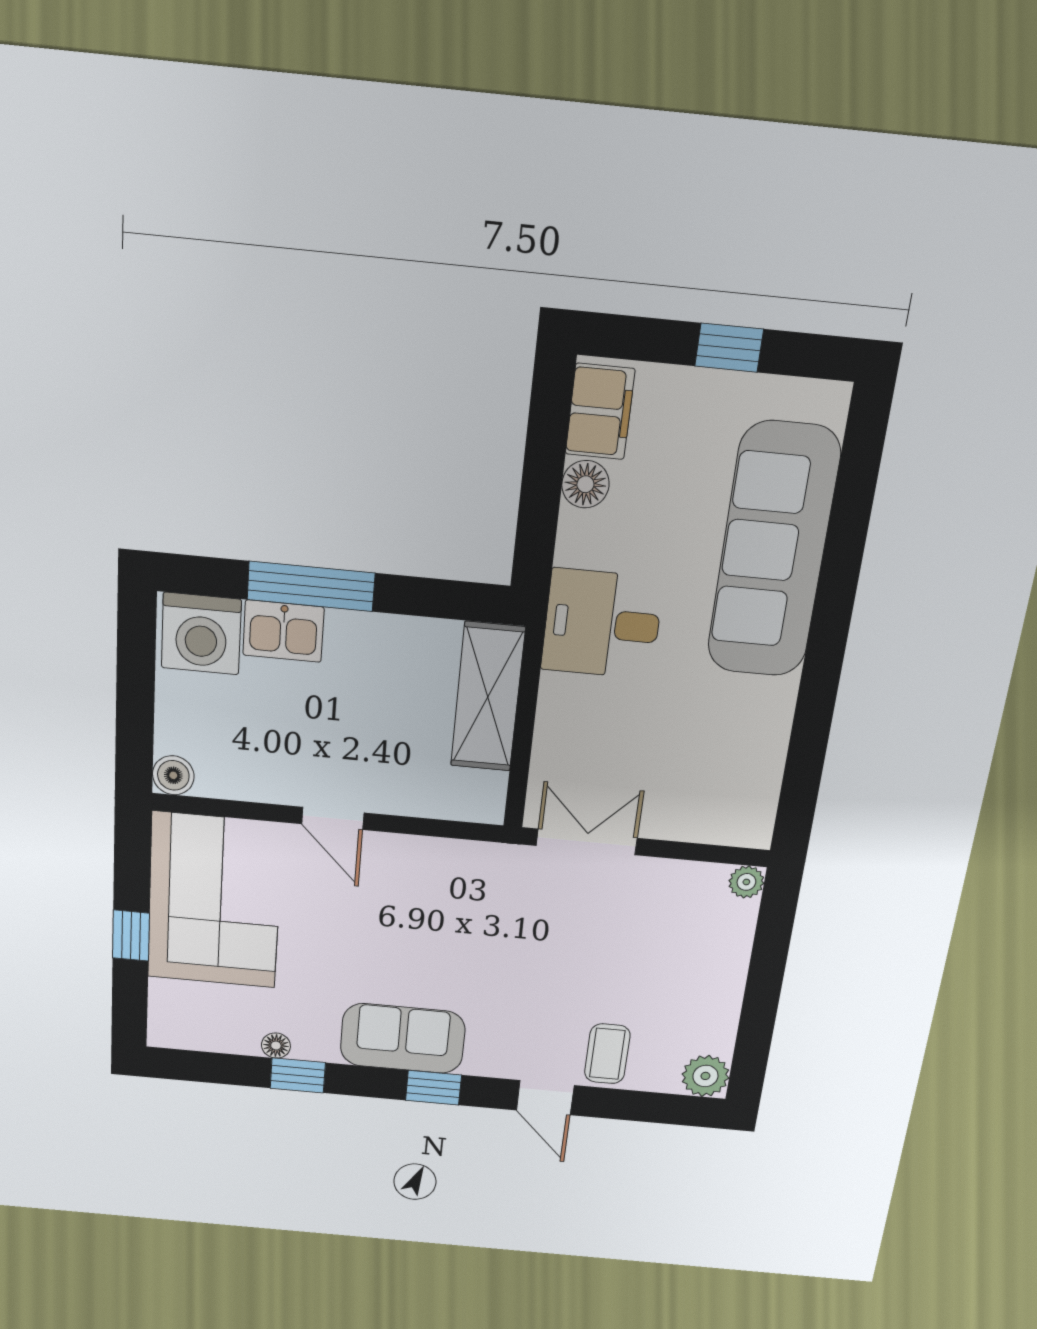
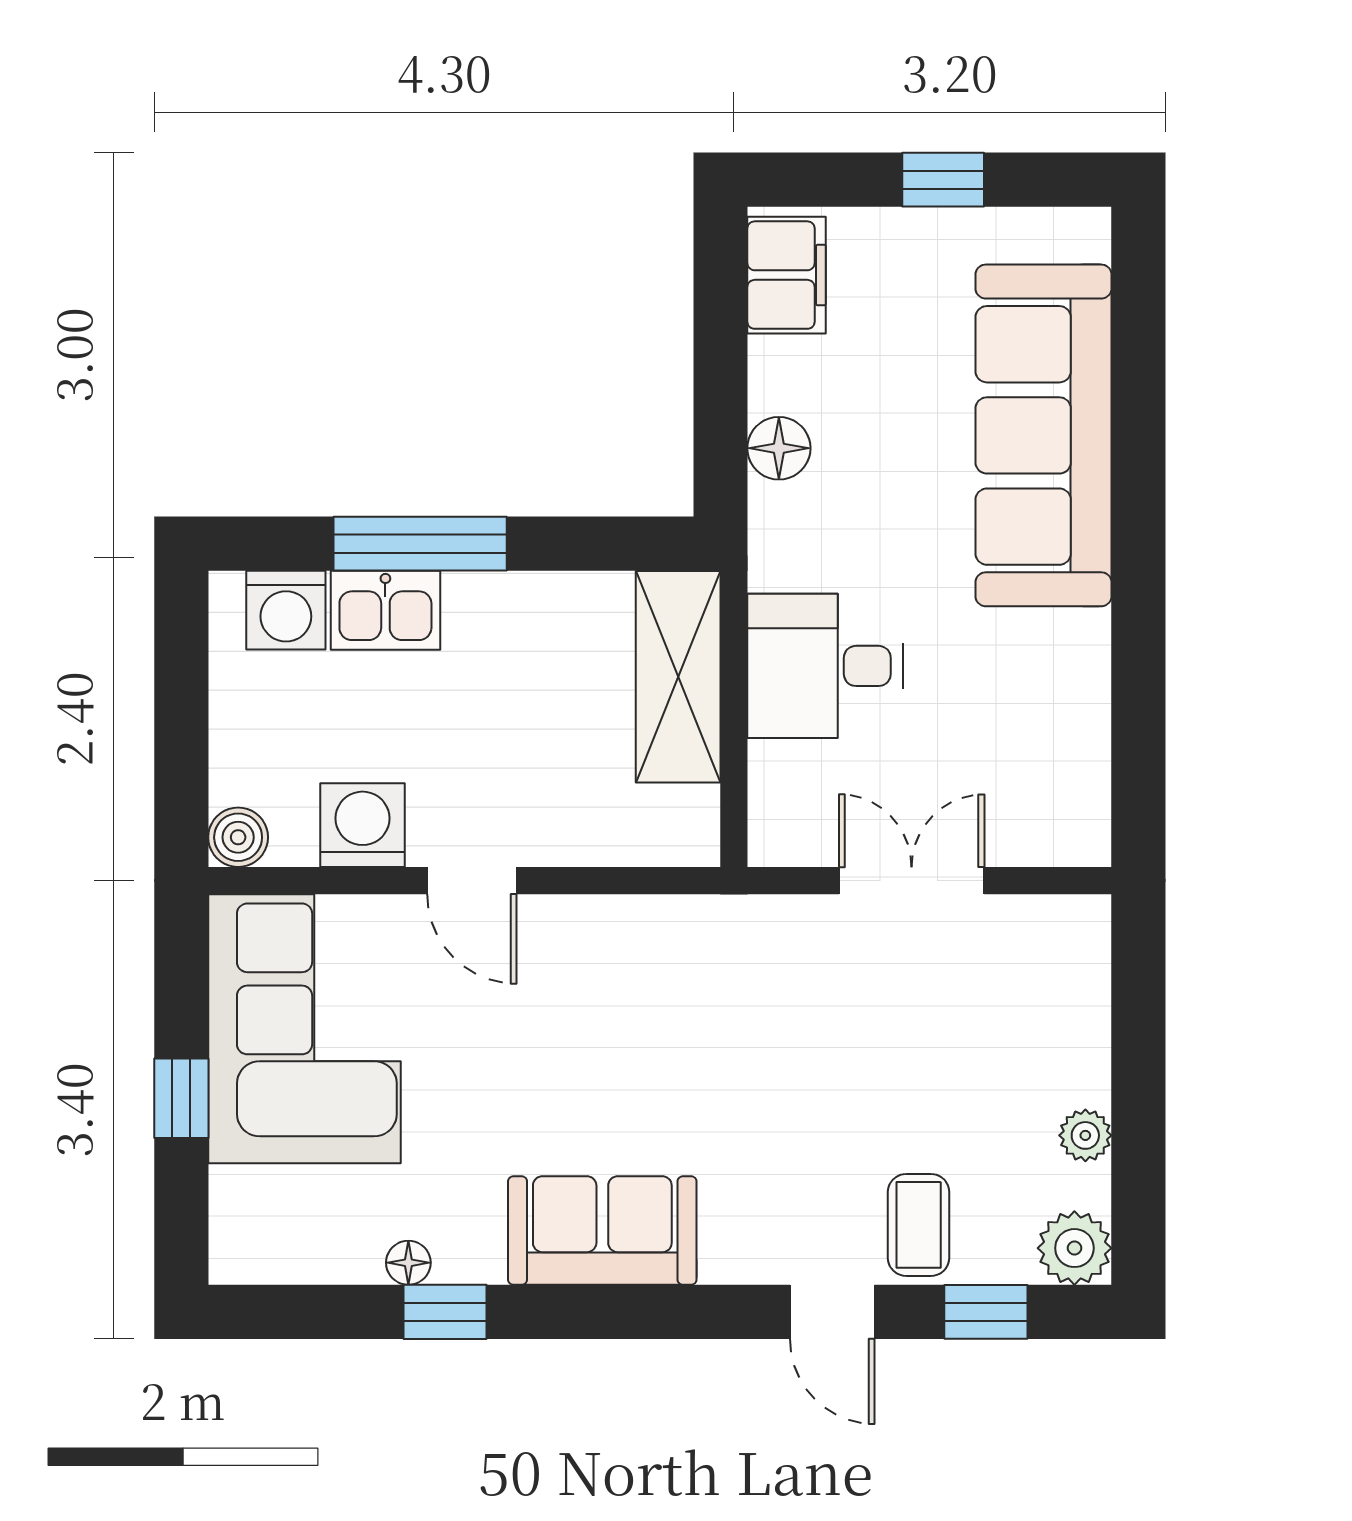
floor lamp: (585, 484) -> (779, 448), moved
desk: (602, 624) -> (825, 666), moved
washing machine: (201, 634) -> (286, 610), width x0.73, depth x0.73
washing machine: (260, 775) -> (362, 825), added
double door: (587, 842) -> (912, 881), moved
plant: (746, 882) -> (1085, 1135), moved
window: (433, 1088) -> (986, 1312), moved

